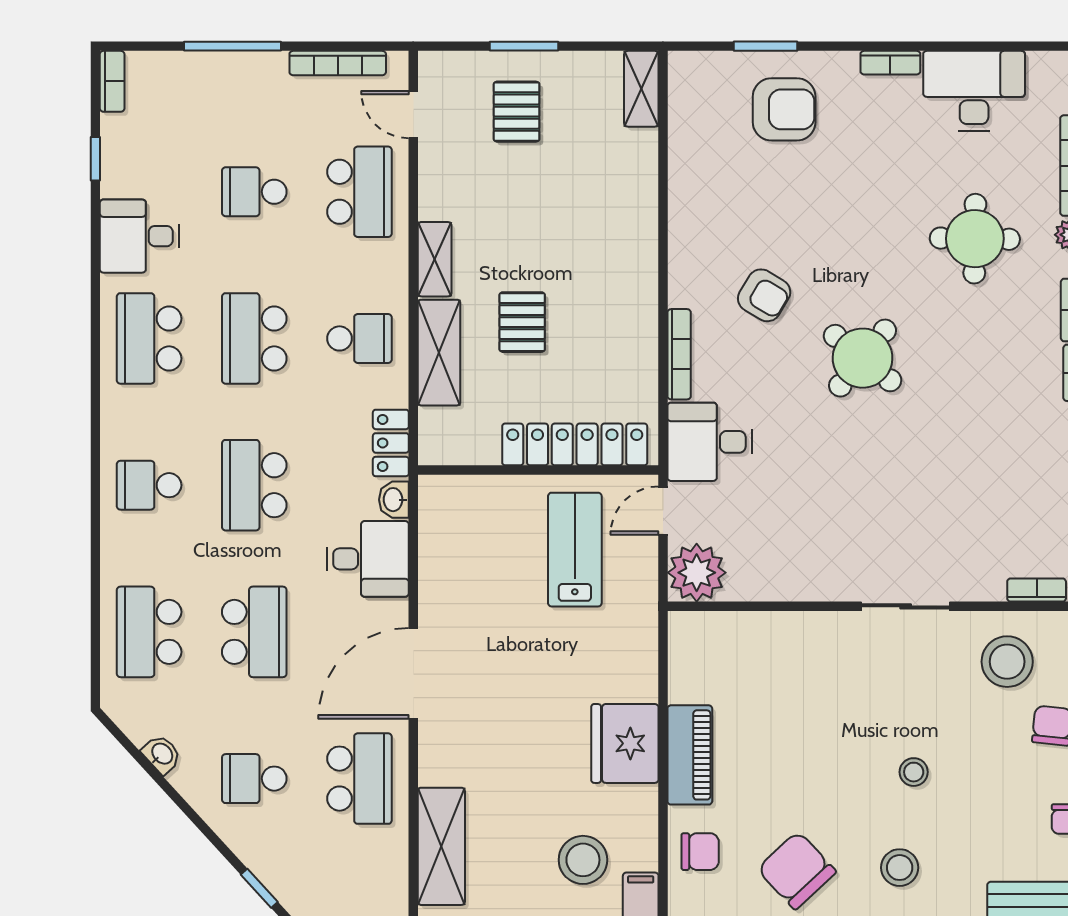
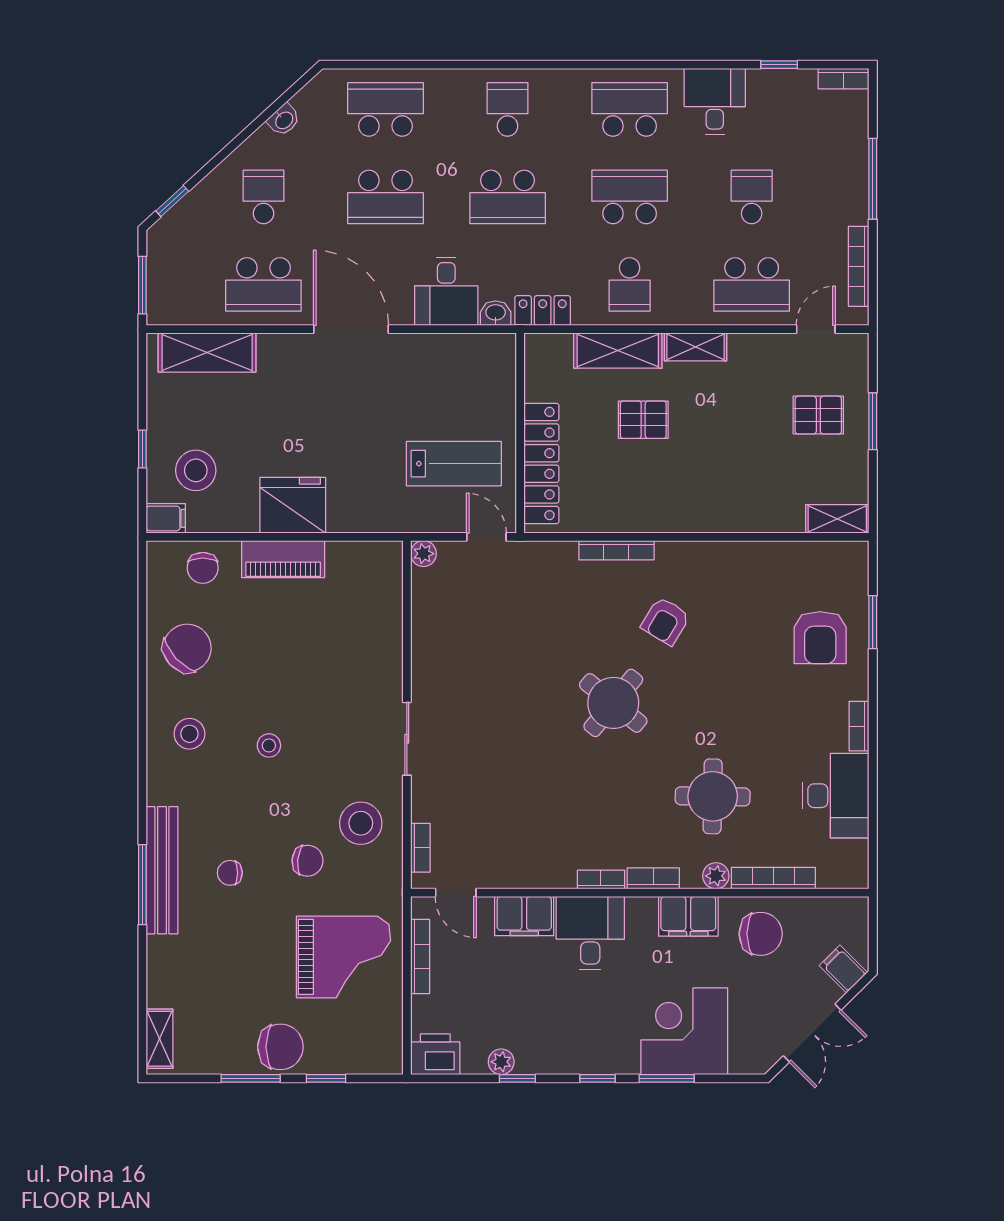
desk: (710, 442) -> (544, 576), removed
school desk: (254, 485) -> (508, 197), turned 180
plant: (697, 573) -> (423, 554), width x0.53, depth x0.53

